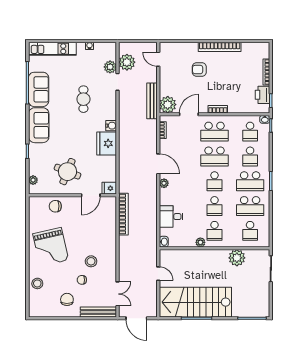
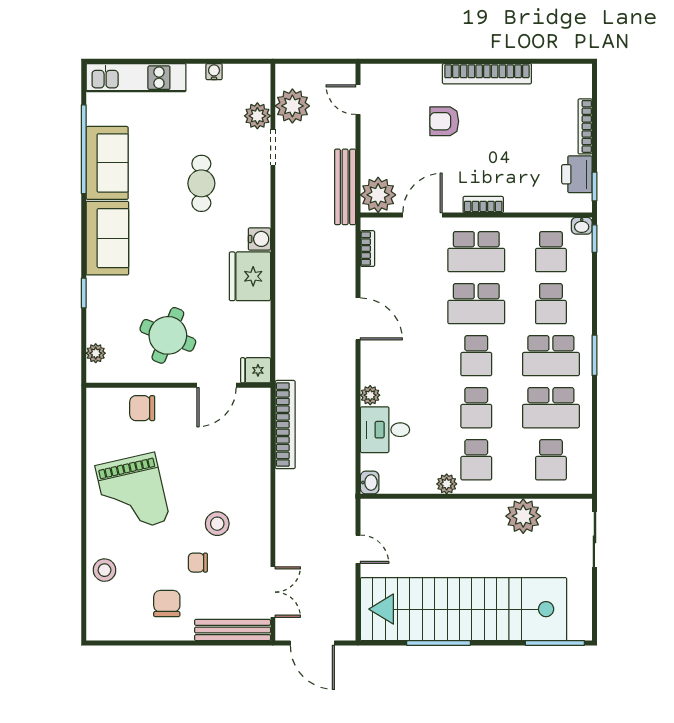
plant: (164, 183) -> (370, 395), moved
stairs: (195, 302) -> (464, 609), width x1.36

